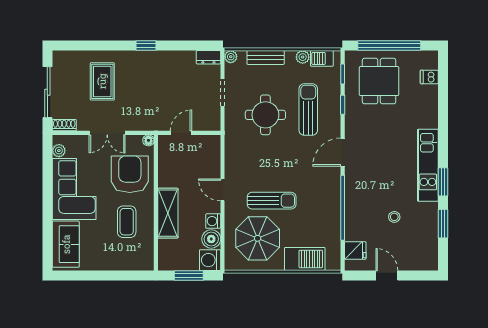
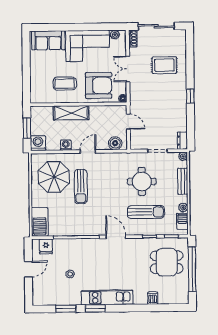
dishwasher: (429, 77) -> (153, 298), moved
boiler: (211, 239) -> (115, 143), moved
barbecue: (305, 259) -> (40, 222), moved

